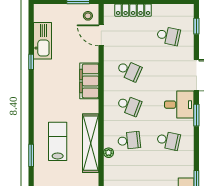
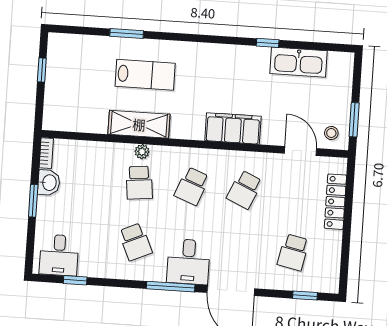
door: (101, 35) -> (301, 151), hinge flipped
window: (196, 115) -> (171, 287), width x1.44
school desk: (168, 140) -> (135, 242), turned -36
shelving: (91, 143) -> (139, 124), width x0.68
plant: (109, 153) -> (142, 152), moved

